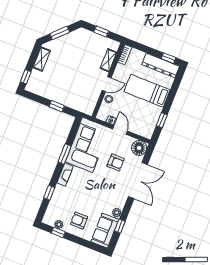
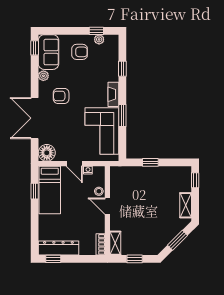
shelving: (108, 60) -> (115, 243), moved
door: (107, 84) -> (107, 206), hinge flipped
bed: (147, 91) -> (50, 190), moved, turned 90
armchair: (116, 162) -> (61, 96), moved
window: (120, 226) -> (35, 48), moved

